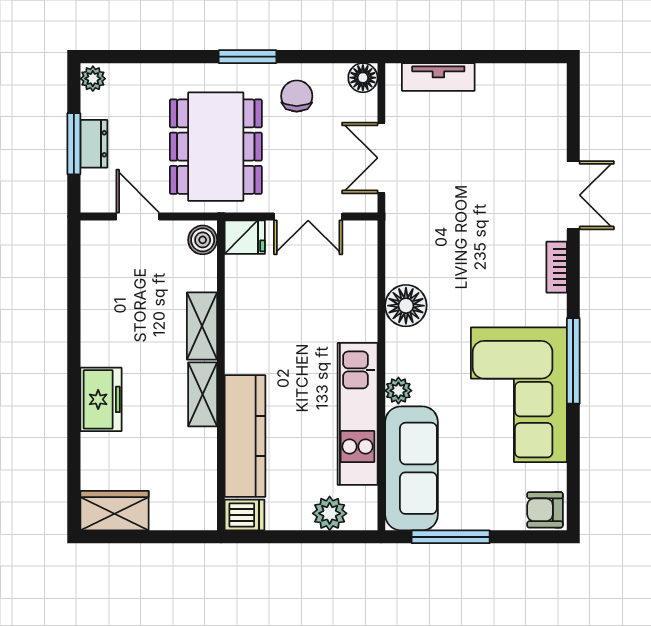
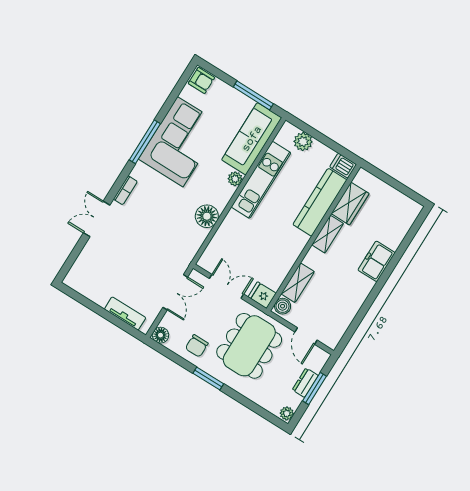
shelving: (202, 326) -> (298, 283), moved
wardrobe: (114, 511) -> (350, 204), moved, turned -90

